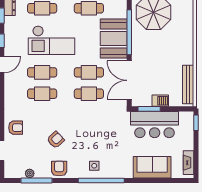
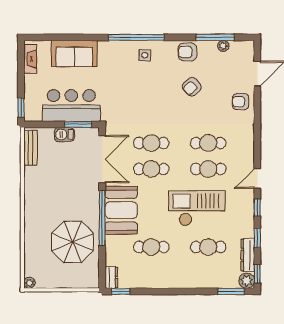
bench: (188, 85) -> (31, 148), width x0.73
armchair: (59, 169) -> (187, 52), turned 90

